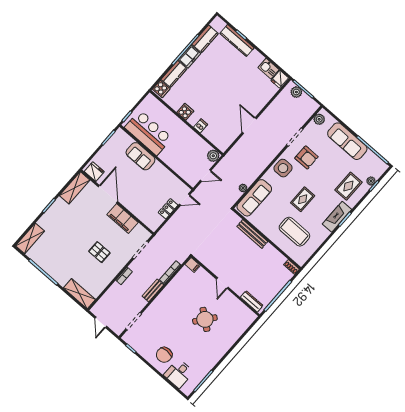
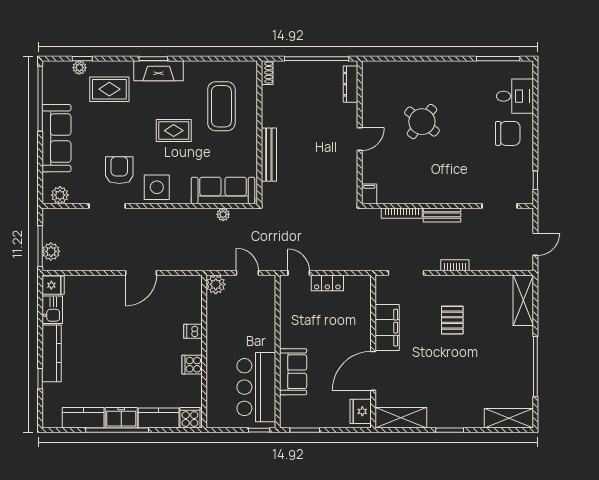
kitchen counter: (237, 41) -> (52, 353), moved

